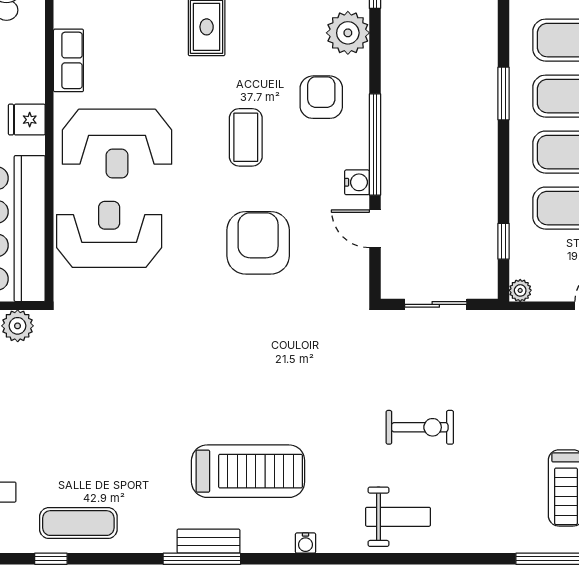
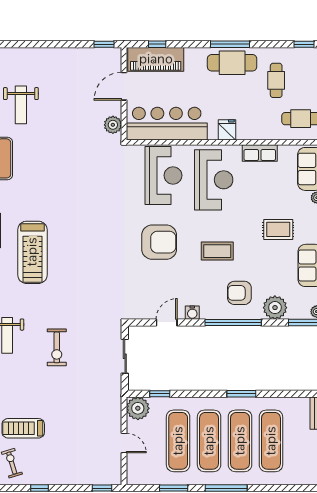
armchair: (321, 97) -> (239, 293), turned 180
reception desk: (117, 144) -> (214, 180), turned 180
window: (375, 144) -> (233, 323), moved
armchair: (258, 243) -> (159, 242), moved
plant: (520, 290) -> (138, 408), width x1.87, depth x1.87

